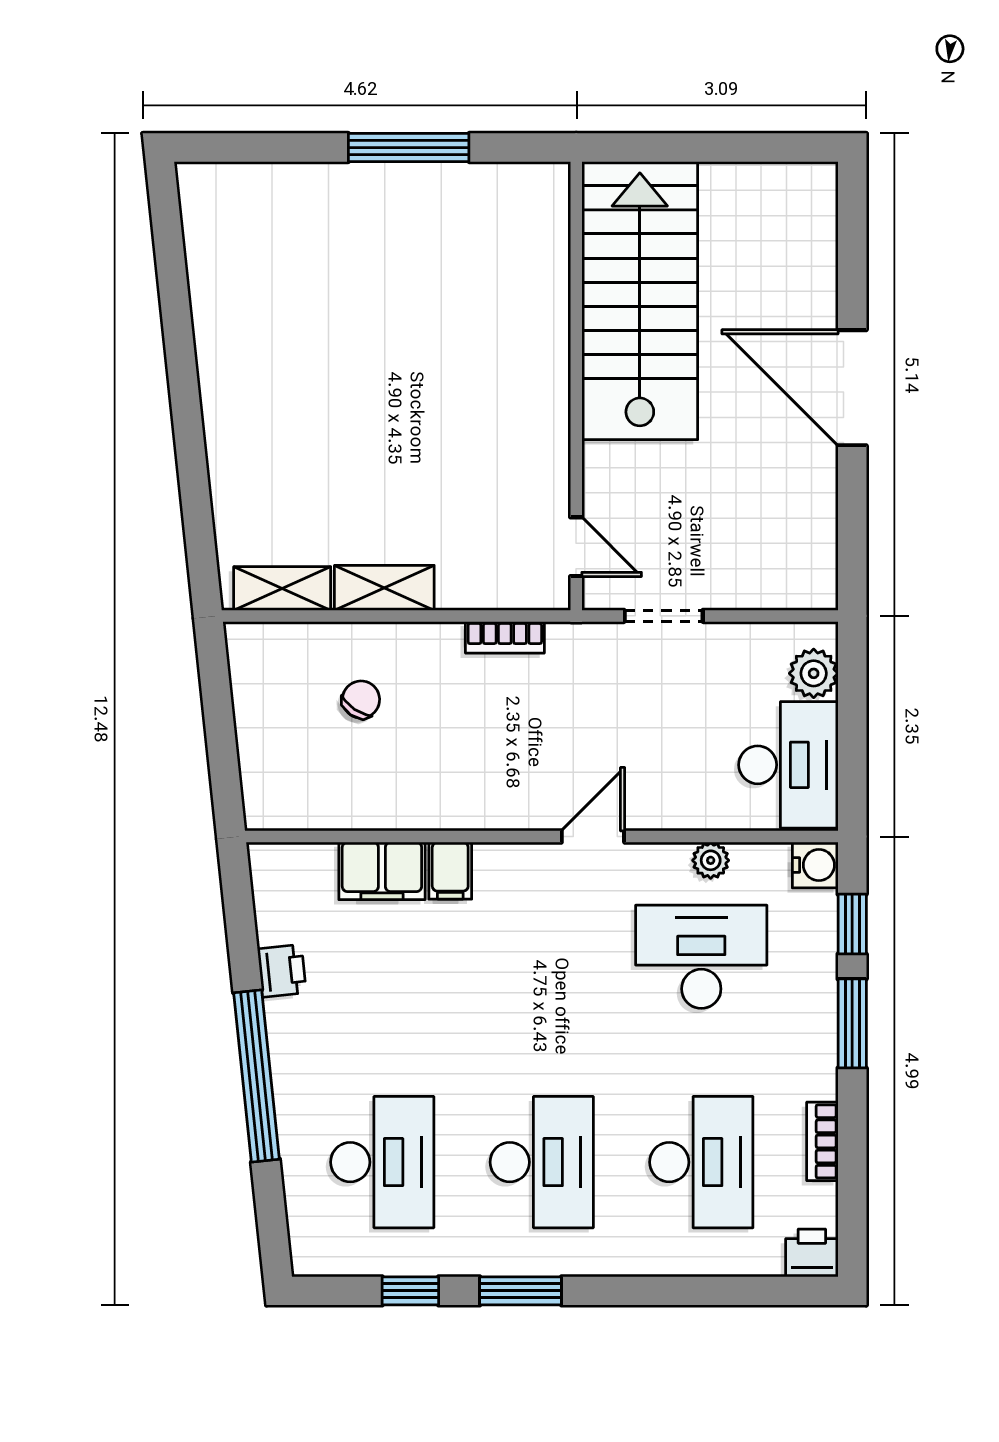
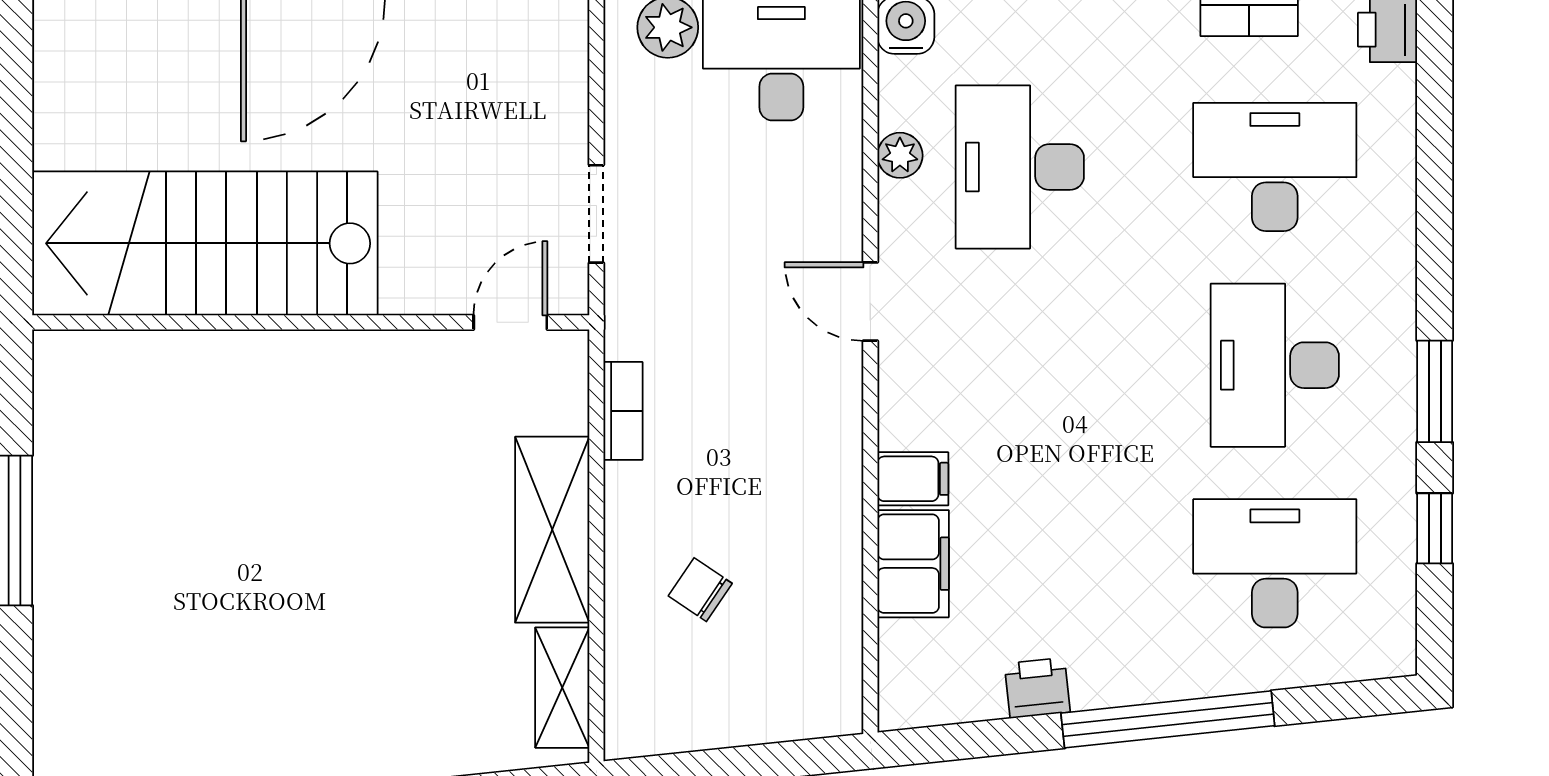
shelving: (384, 588) -> (552, 530), width x1.50, depth x1.33
desk: (542, 1162) -> (1275, 365), turned -90

